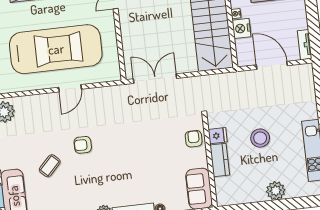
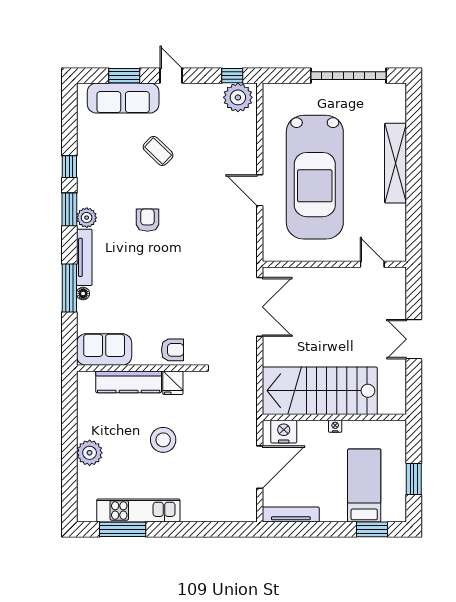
nightstand: (241, 28) -> (284, 432), moved
tv unit: (305, 45) -> (291, 514), width x1.41
armchair: (83, 145) -> (147, 220), moved
kitchen counter: (220, 160) -> (129, 382), width x1.50

